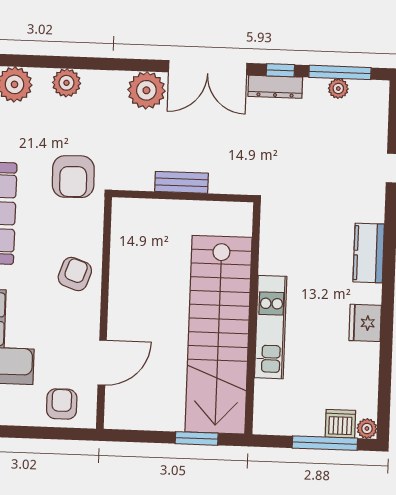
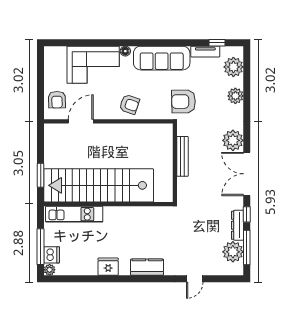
dresser: (275, 87) -> (237, 225), moved
plant: (338, 89) -> (233, 252), width x1.88, depth x1.88
bench: (182, 182) -> (183, 156), width x1.36
kitchen unit: (271, 327) -> (74, 214), moved
door: (102, 363) -> (81, 121), swing flipped
armchair: (62, 404) -> (57, 100), turned 89

